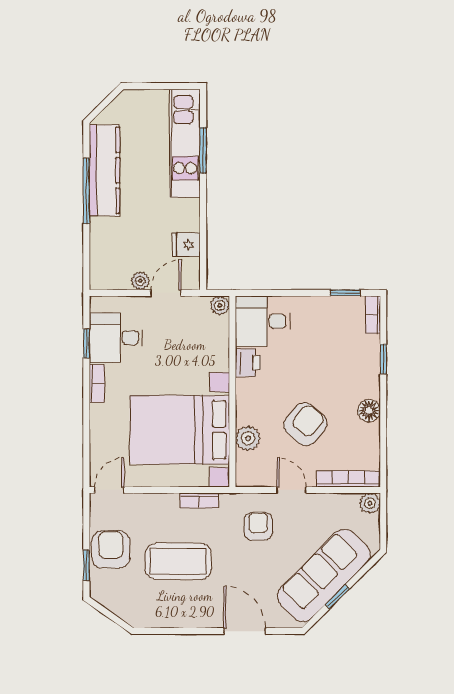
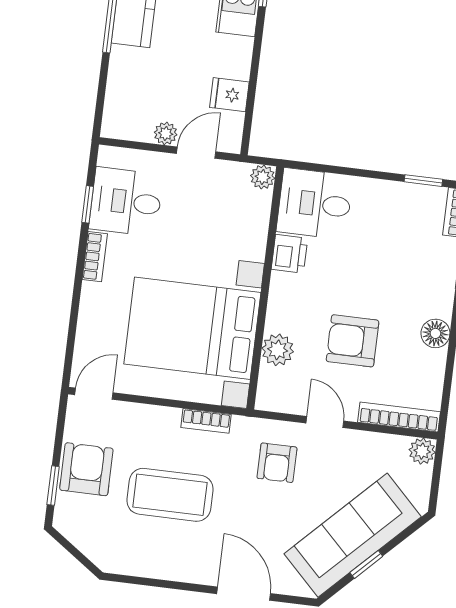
armchair: (305, 424) -> (353, 341), turned -130
armchair: (258, 526) -> (277, 463), turned 180

